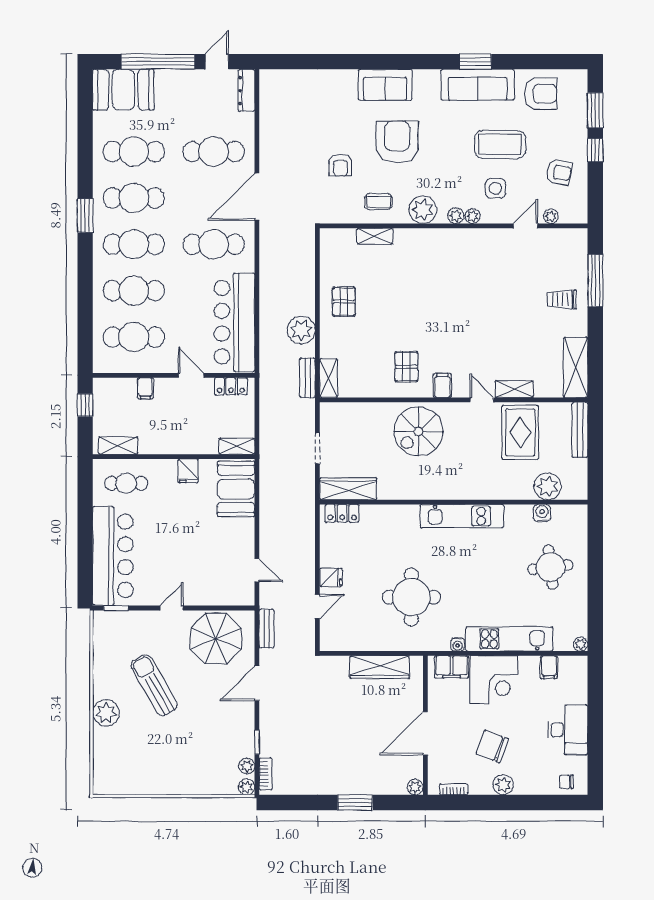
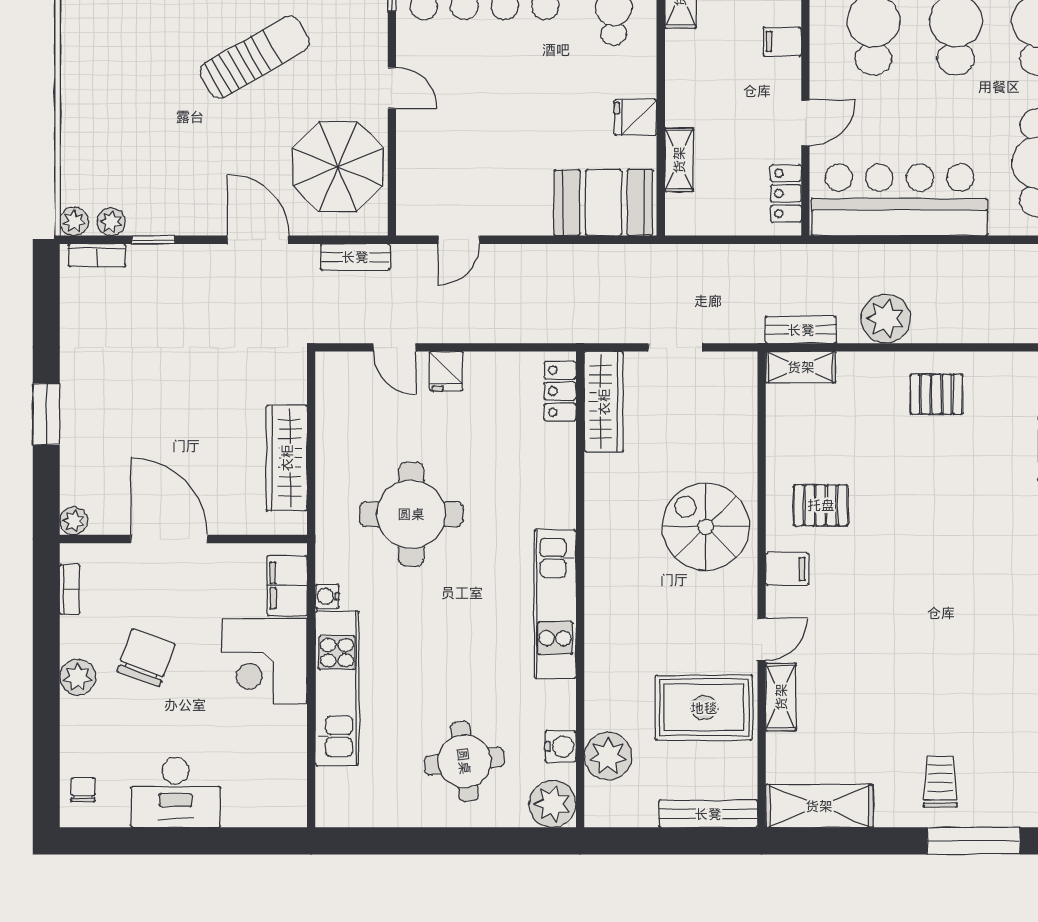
shelving: (237, 446) -> (679, 160), moved
plant: (581, 644) -> (553, 804), moved, width x1.87, depth x1.87
filing cabinet: (549, 667) -> (287, 759), removed

